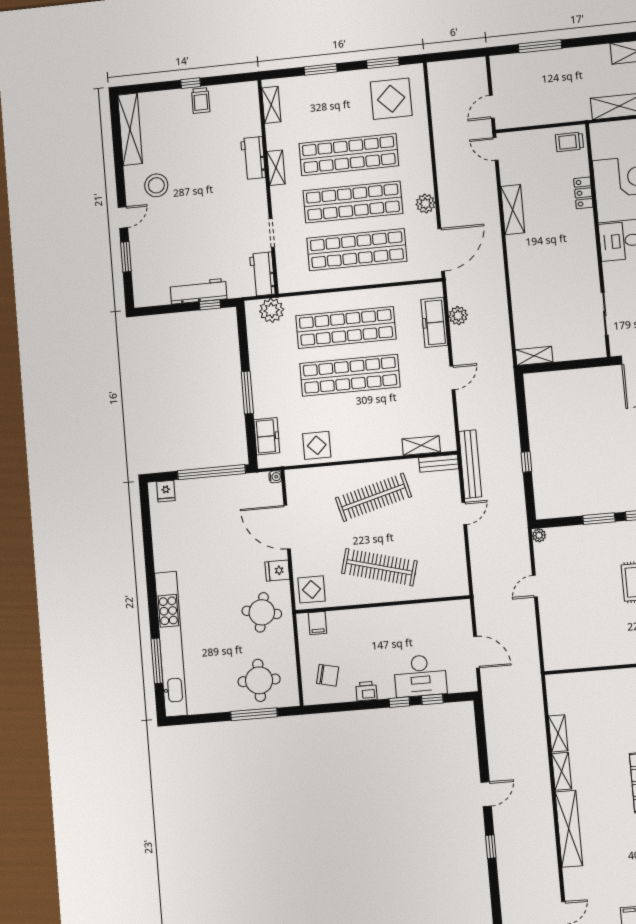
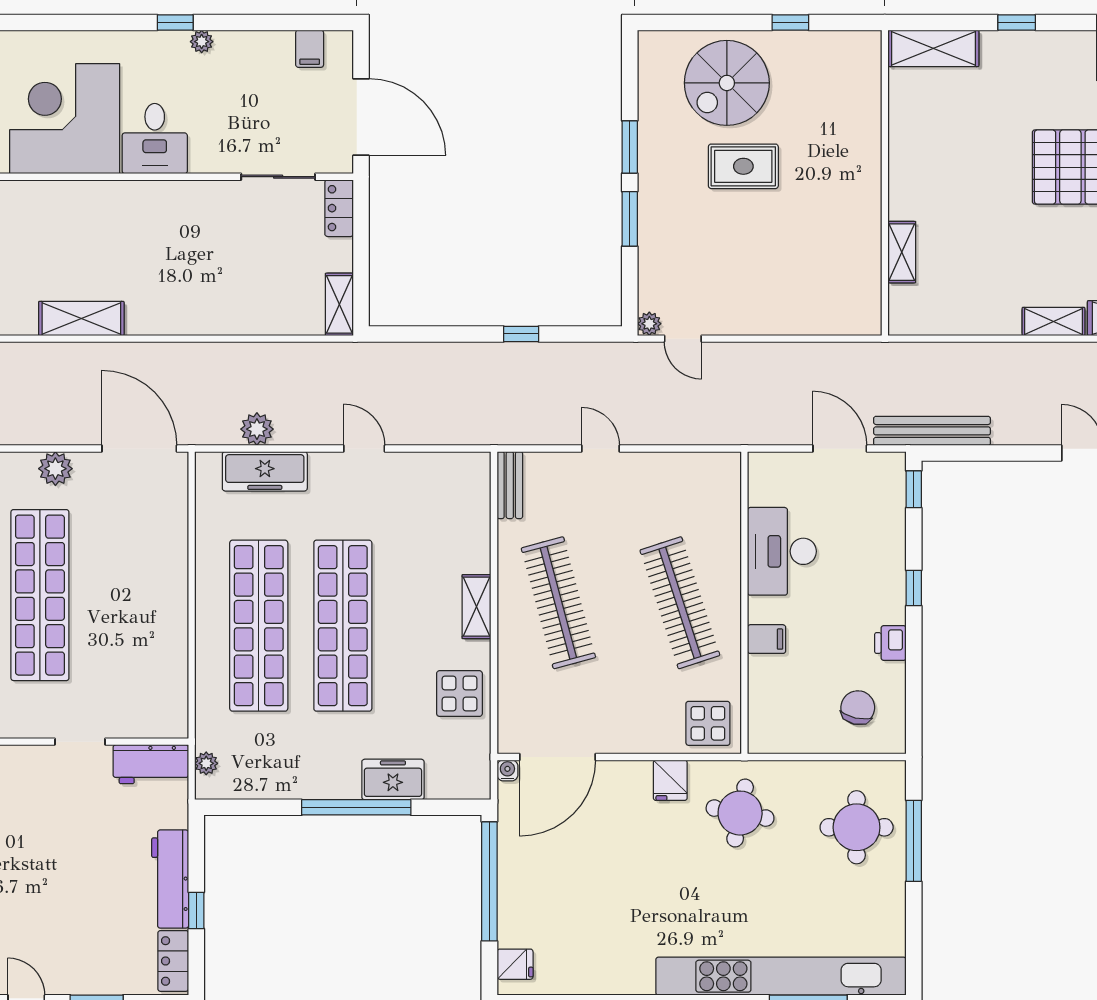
locker: (583, 193) -> (339, 208), moved, turned 90
shop shelf: (357, 250) -> (124, 595), removed
locker: (153, 297) -> (173, 961), added
window: (210, 305) -> (196, 911), moved
plant: (272, 310) -> (206, 763), width x0.53, depth x0.53
window: (247, 393) -> (356, 807), width x1.46
freezer: (267, 436) -> (393, 779), moved
shelving: (421, 446) -> (476, 607), moved
bench: (470, 464) -> (932, 431), moved
door: (287, 527) -> (558, 757), moved
clothes rail: (379, 567) -> (680, 603), turned -33
door: (535, 586) -> (683, 339), moved
filing cabinet: (317, 623) -> (767, 639), moved
door: (476, 652) -> (840, 449), hinge flipped
desk: (420, 676) -> (782, 551), moved, turned 180
window: (432, 699) -> (914, 489), moved
shelving: (558, 733) -> (902, 252), moved, turned 90

